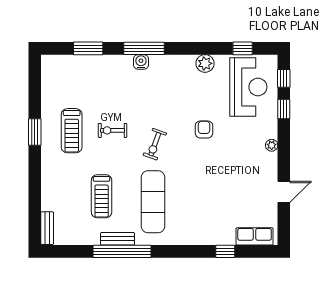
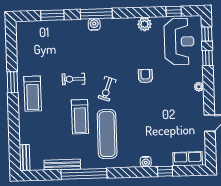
treadmill: (72, 131) -> (33, 94), moved
treadmill: (102, 196) -> (80, 117), moved
water cooler: (201, 238) -> (146, 162), added
bench: (118, 239) -> (62, 165), moved, width x1.36

